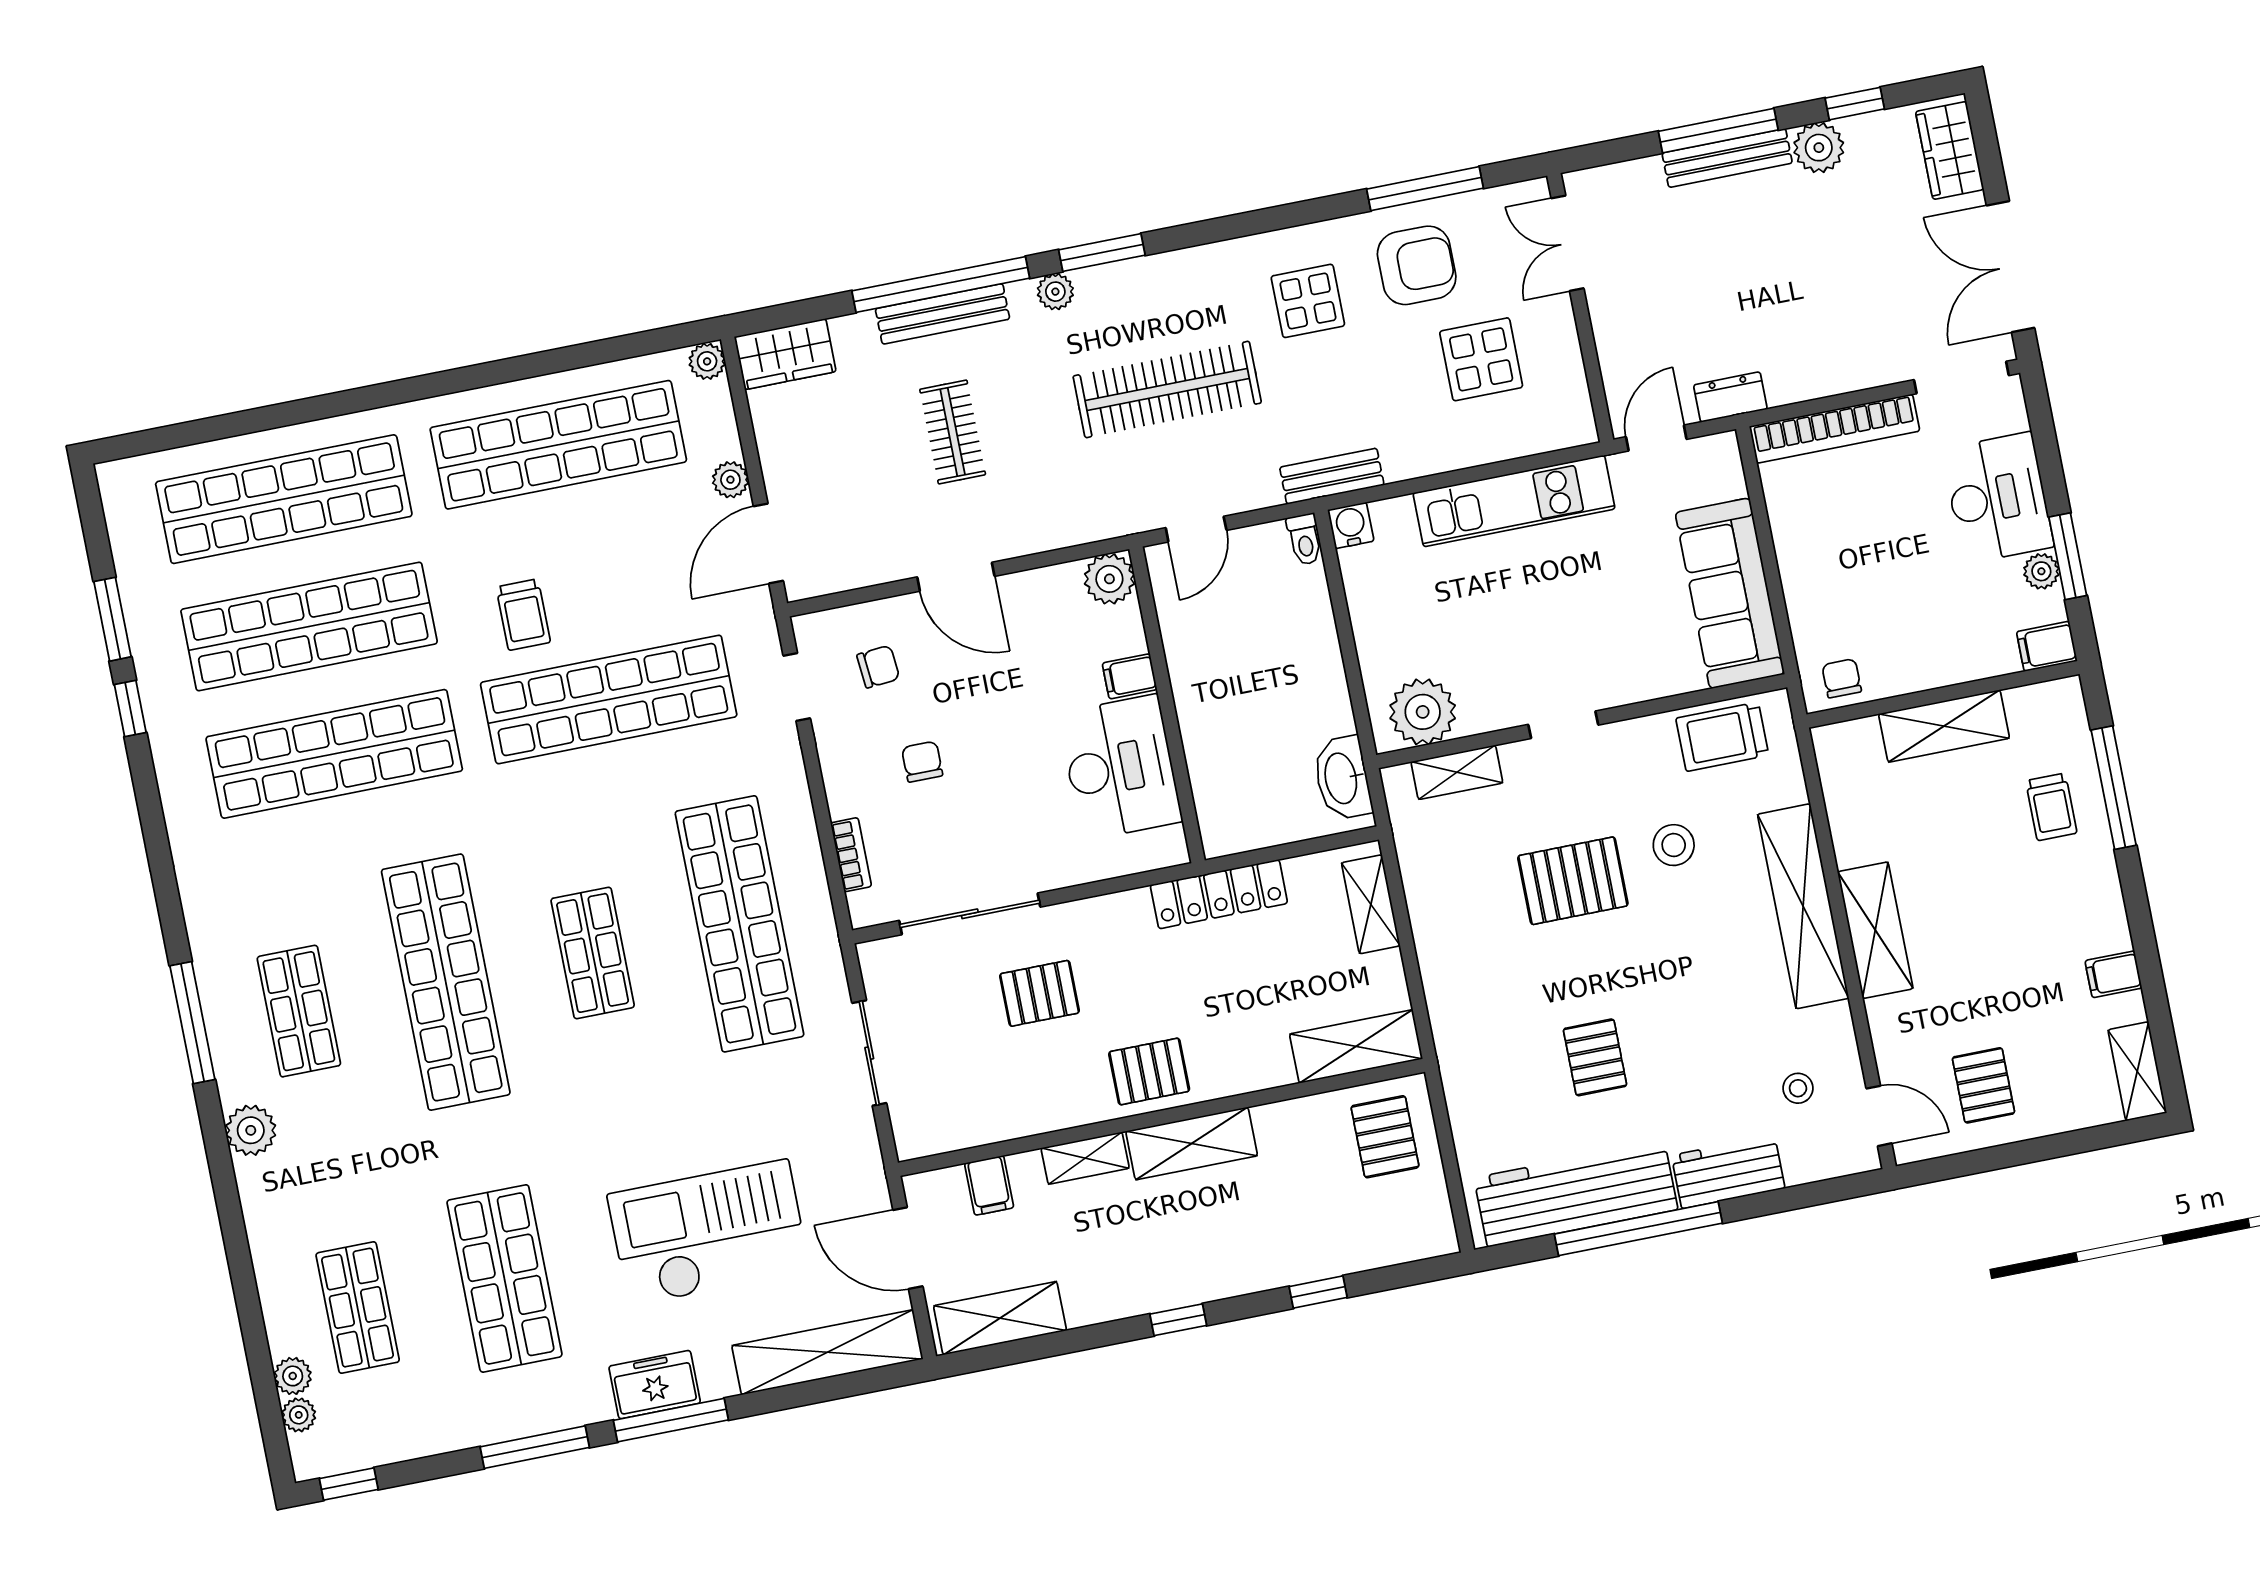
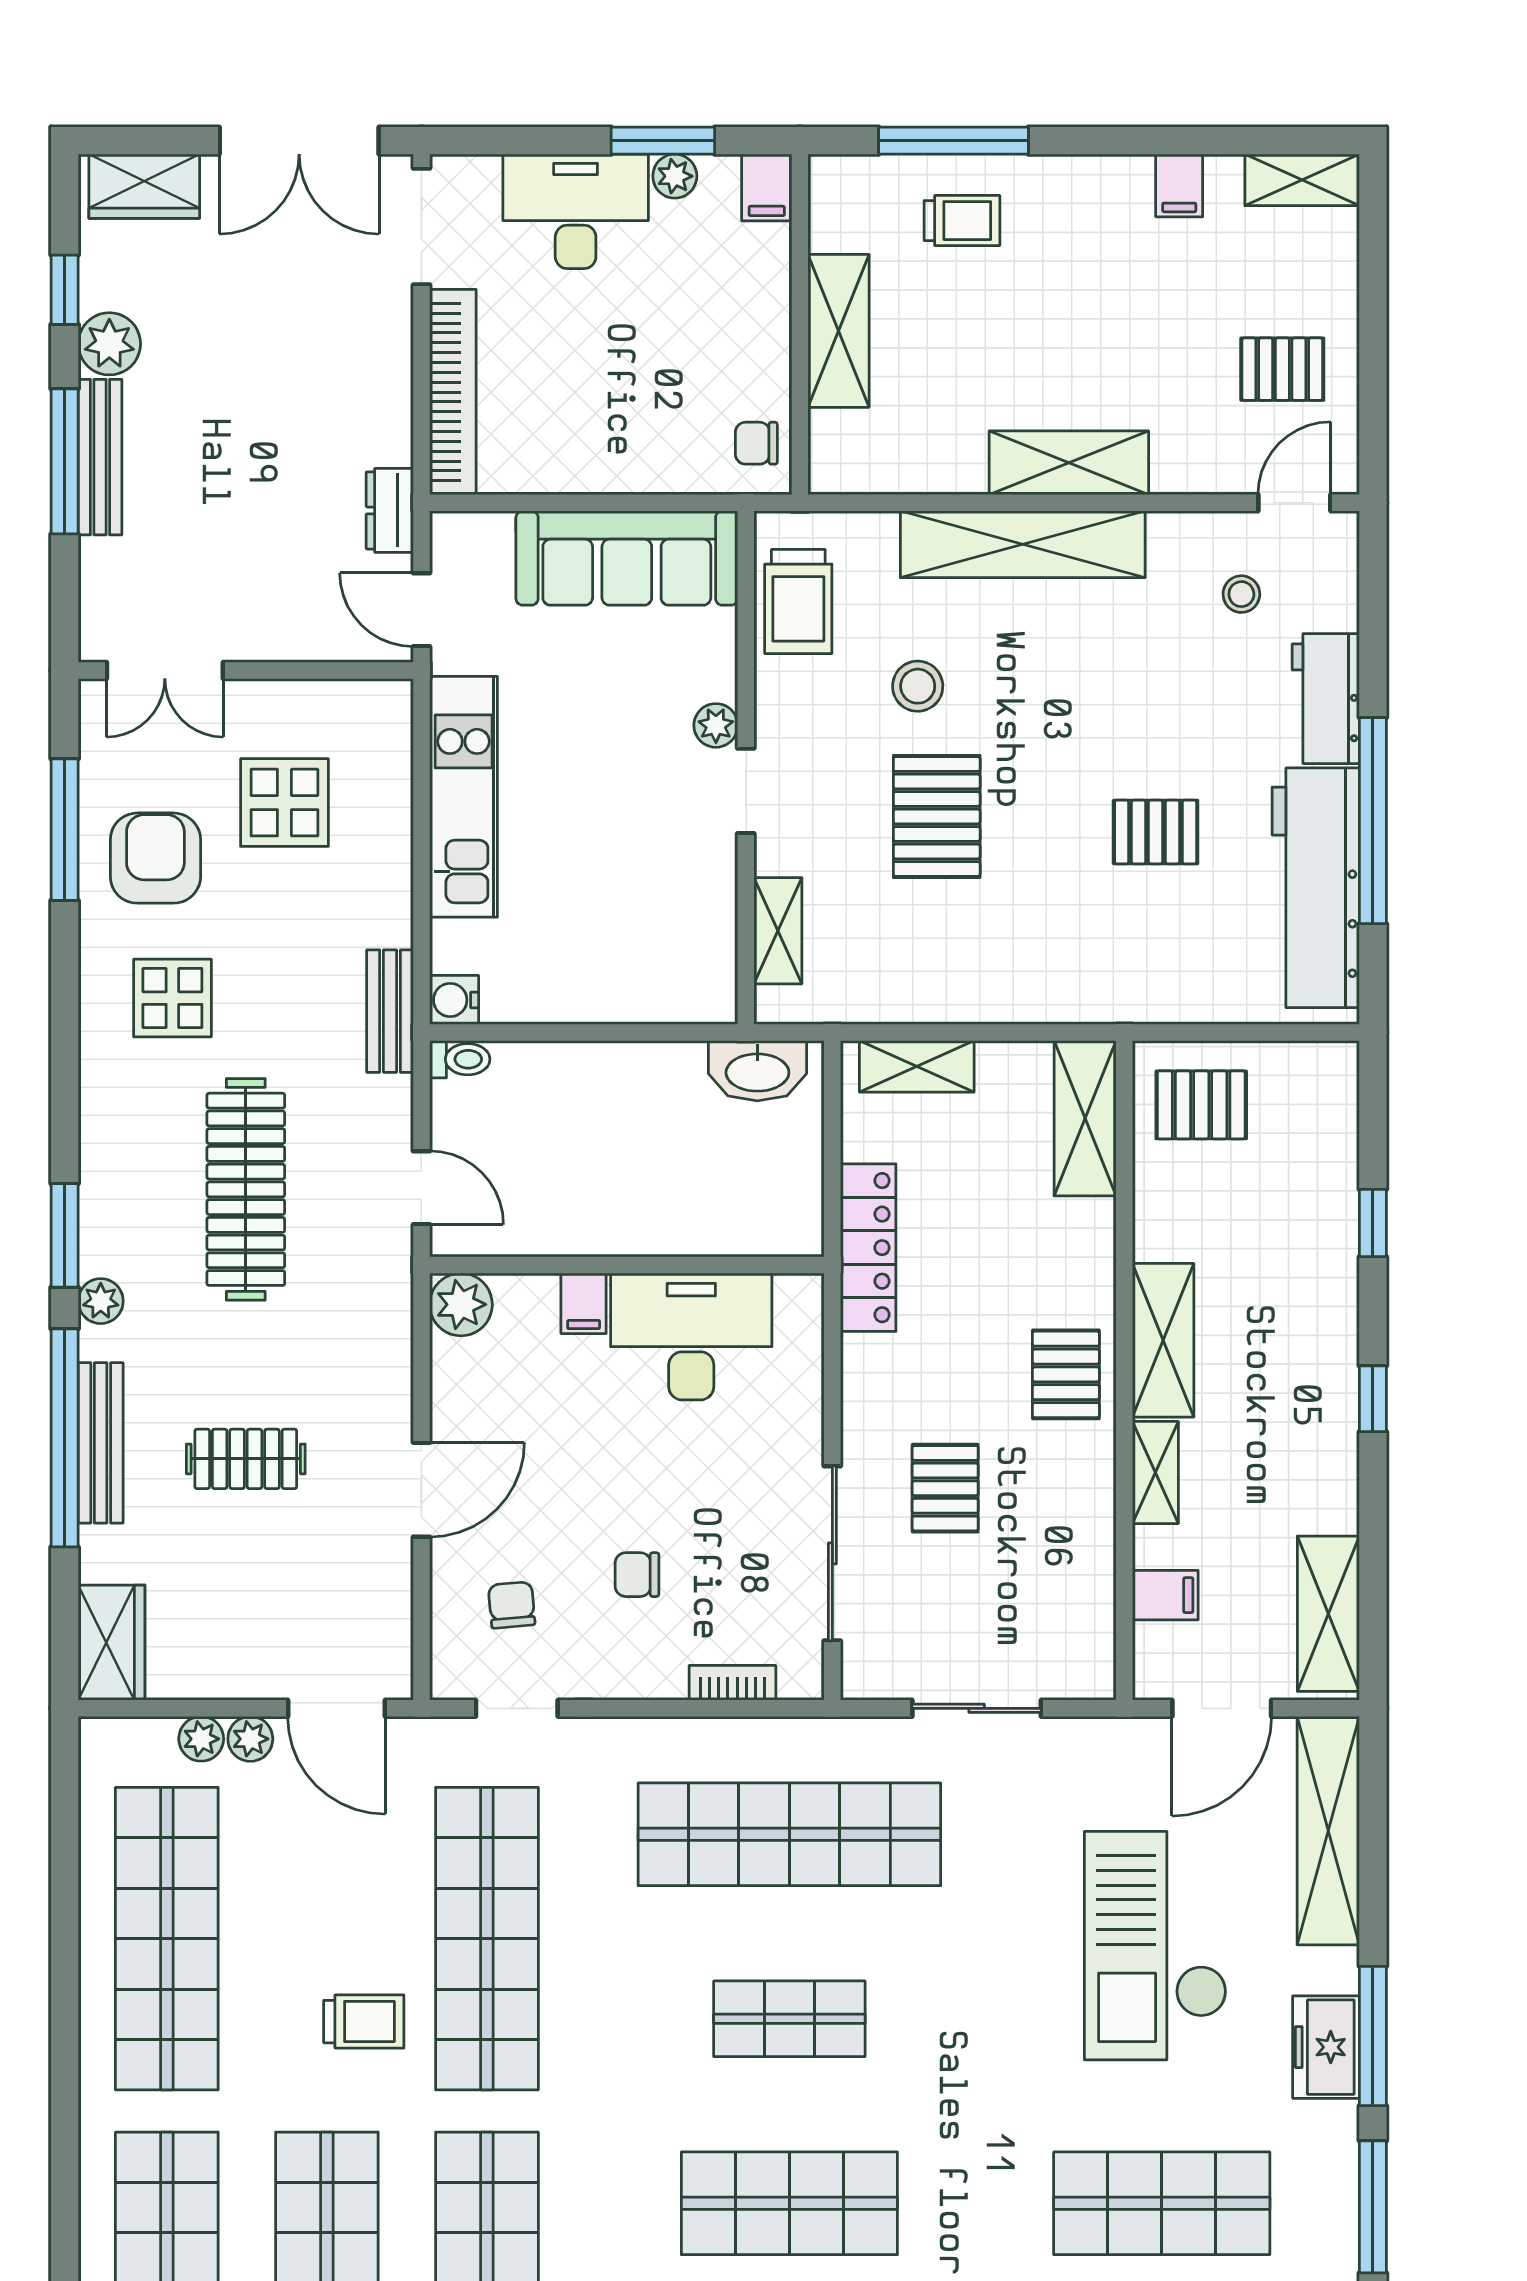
plant: (707, 361) -> (201, 1739), moved
plant: (1423, 712) -> (716, 725), moved, width x0.53, depth x0.53
shop shelf: (446, 982) -> (789, 2203), width x0.71

